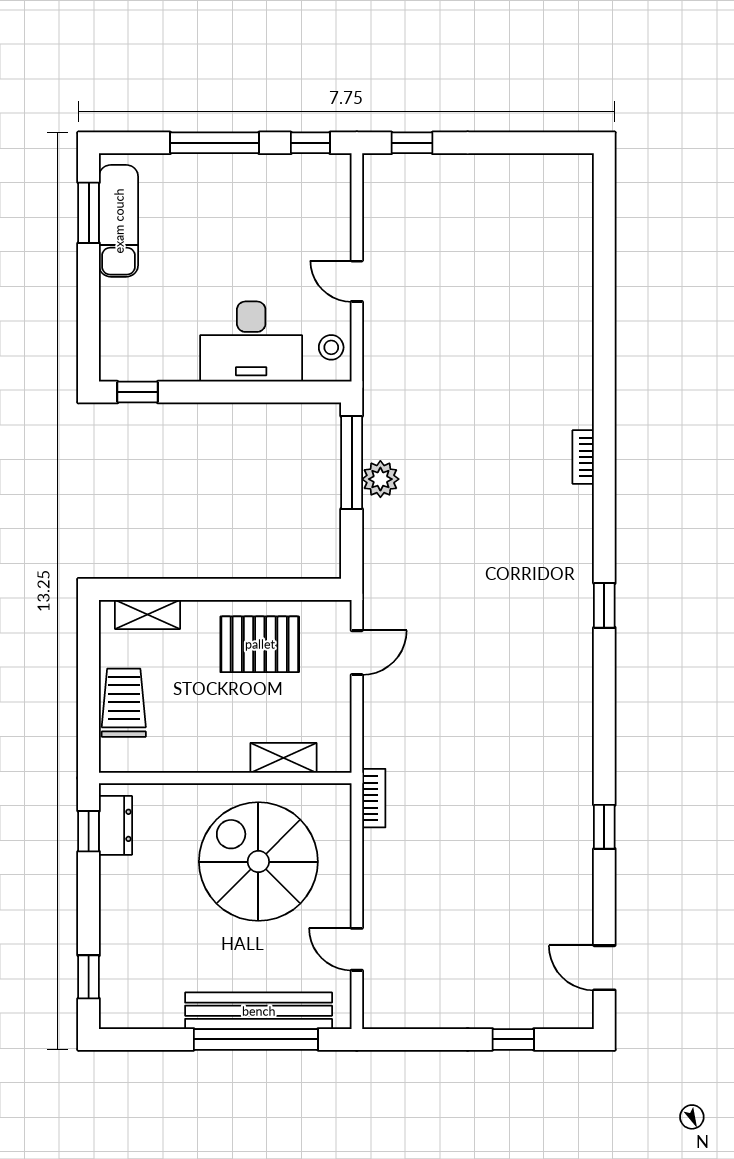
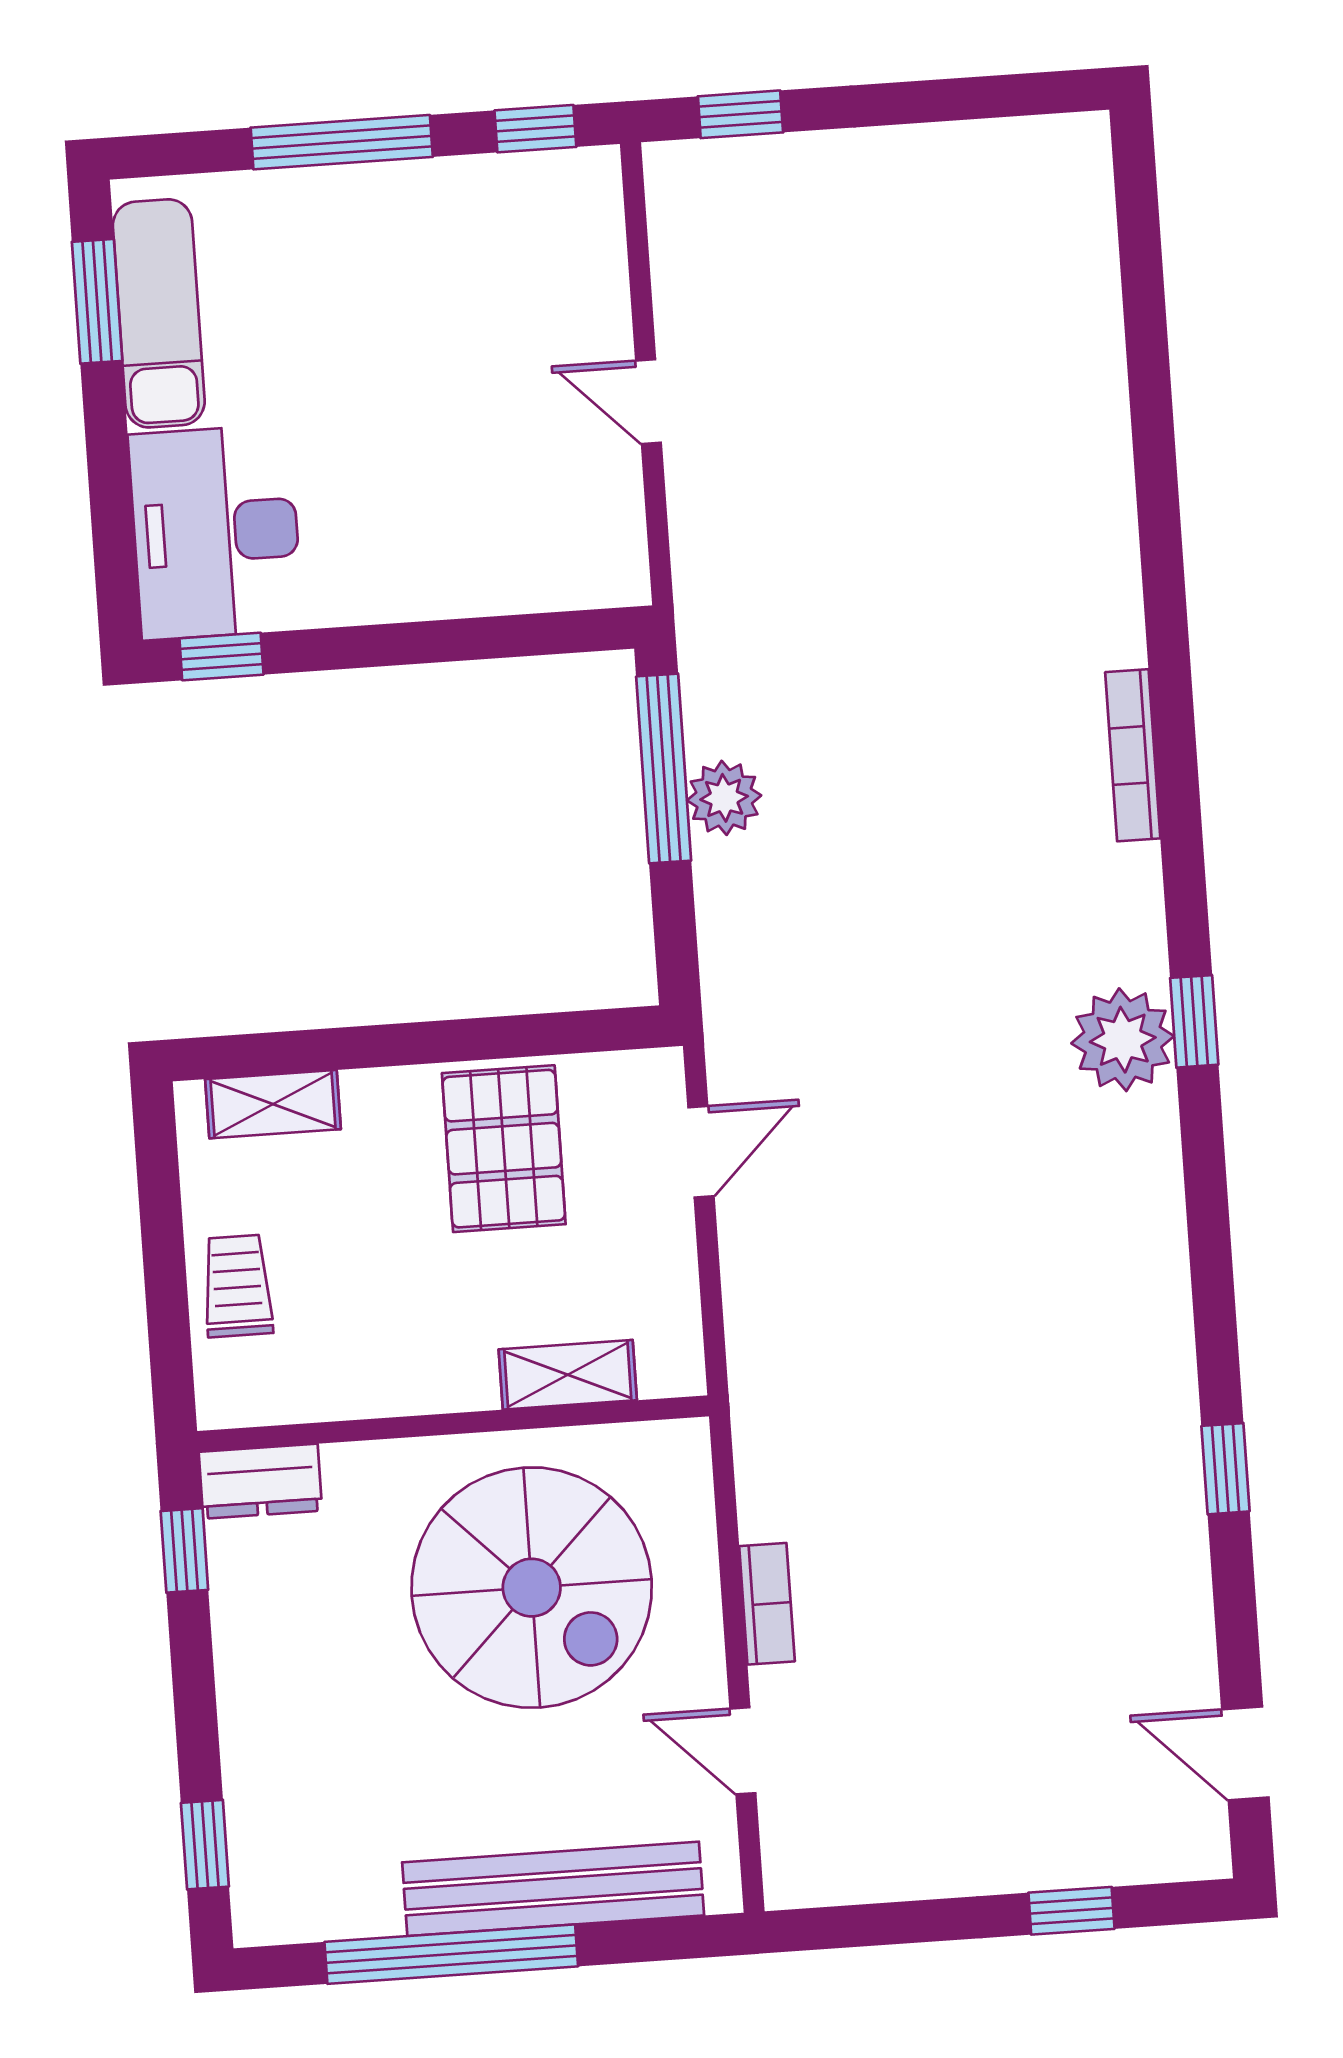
desk: (251, 342) -> (216, 532), moved, turned 90
stool: (331, 347) -> (606, 539), removed
bookcase: (583, 457) -> (1133, 755), width x1.56
plant: (568, 612) -> (1123, 1040), added
pallet: (260, 644) -> (504, 1149), turned 90
trolley: (124, 703) -> (237, 1286), width x0.73, depth x0.72
bookcase: (374, 798) -> (767, 1604), moved
dresser: (115, 825) -> (260, 1481), moved, turned 90
spiral stairs: (258, 862) -> (532, 1588), turned 180
window: (256, 1039) -> (451, 1954), moved

